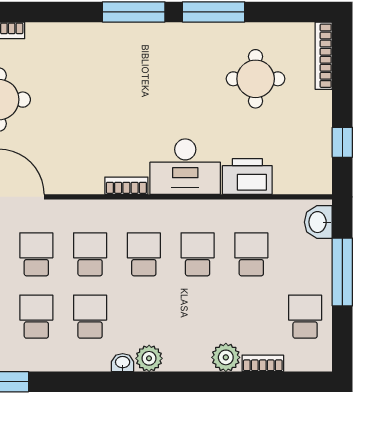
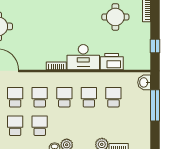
school desk: (305, 317) -> (138, 126), removed

